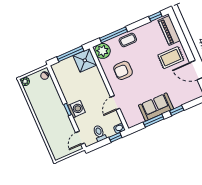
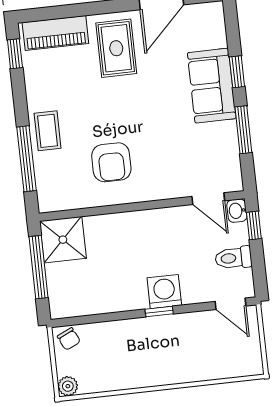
plant: (102, 51) -> (54, 194), removed
door: (115, 103) -> (208, 199), moved
sofa: (156, 107) -> (212, 86), moved

